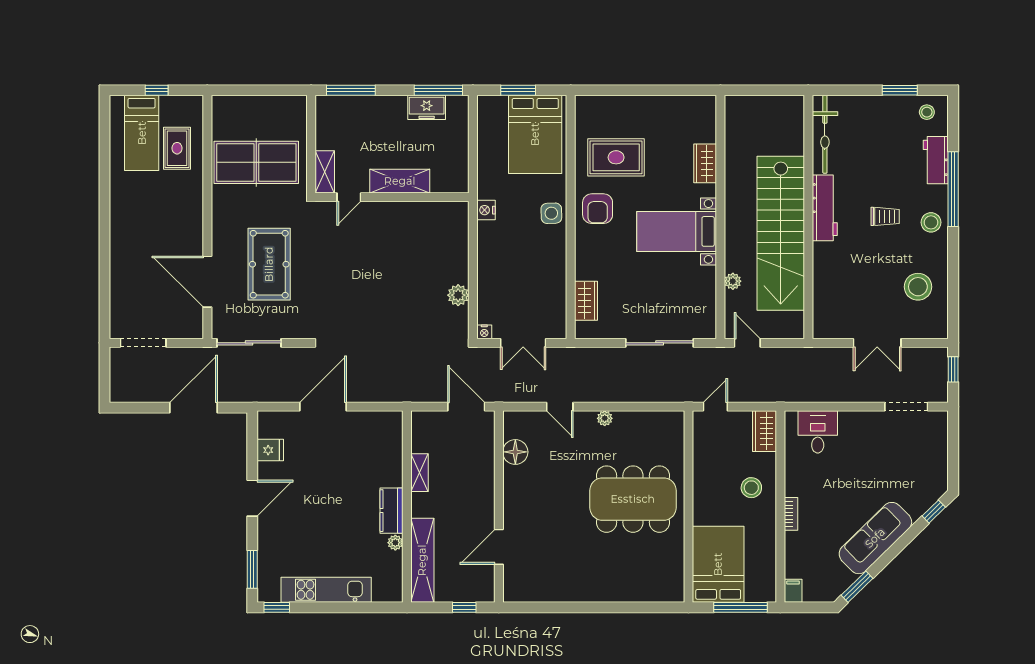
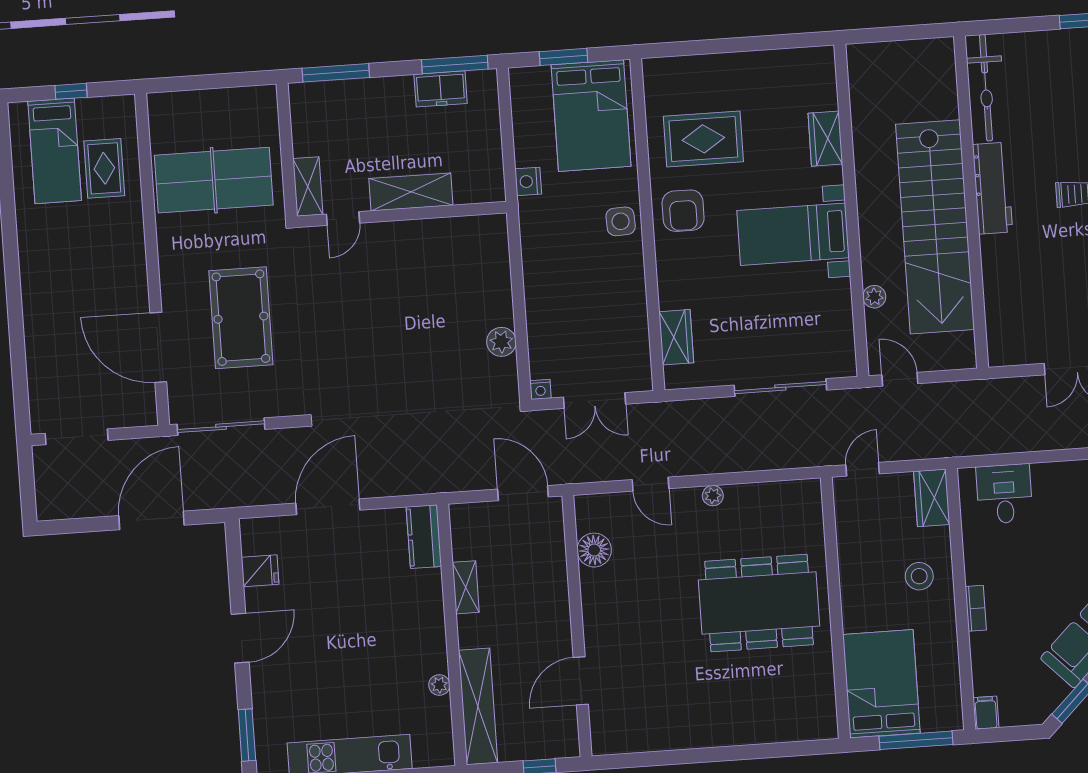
nightstand: (486, 210) -> (528, 181), moved
kitchen counter: (392, 511) -> (424, 537), moved

